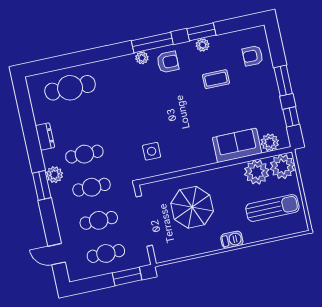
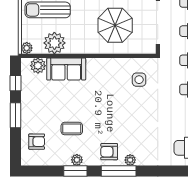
plant: (282, 167) -> (27, 48), width x0.53, depth x0.53

